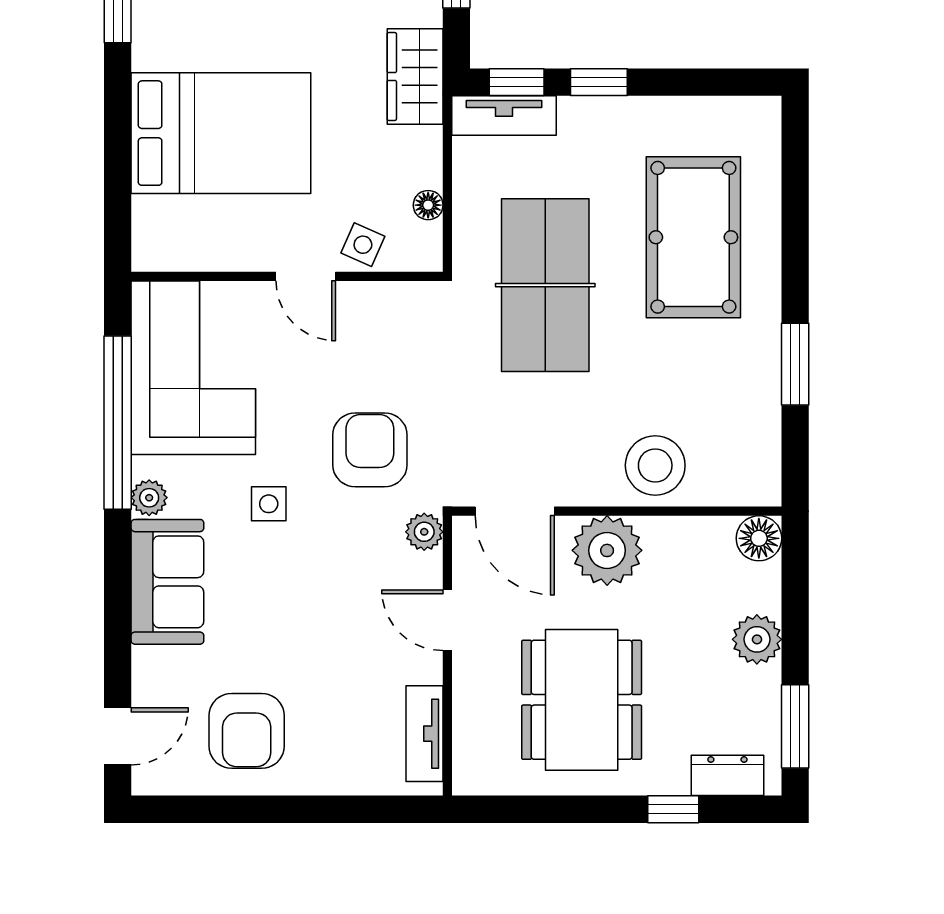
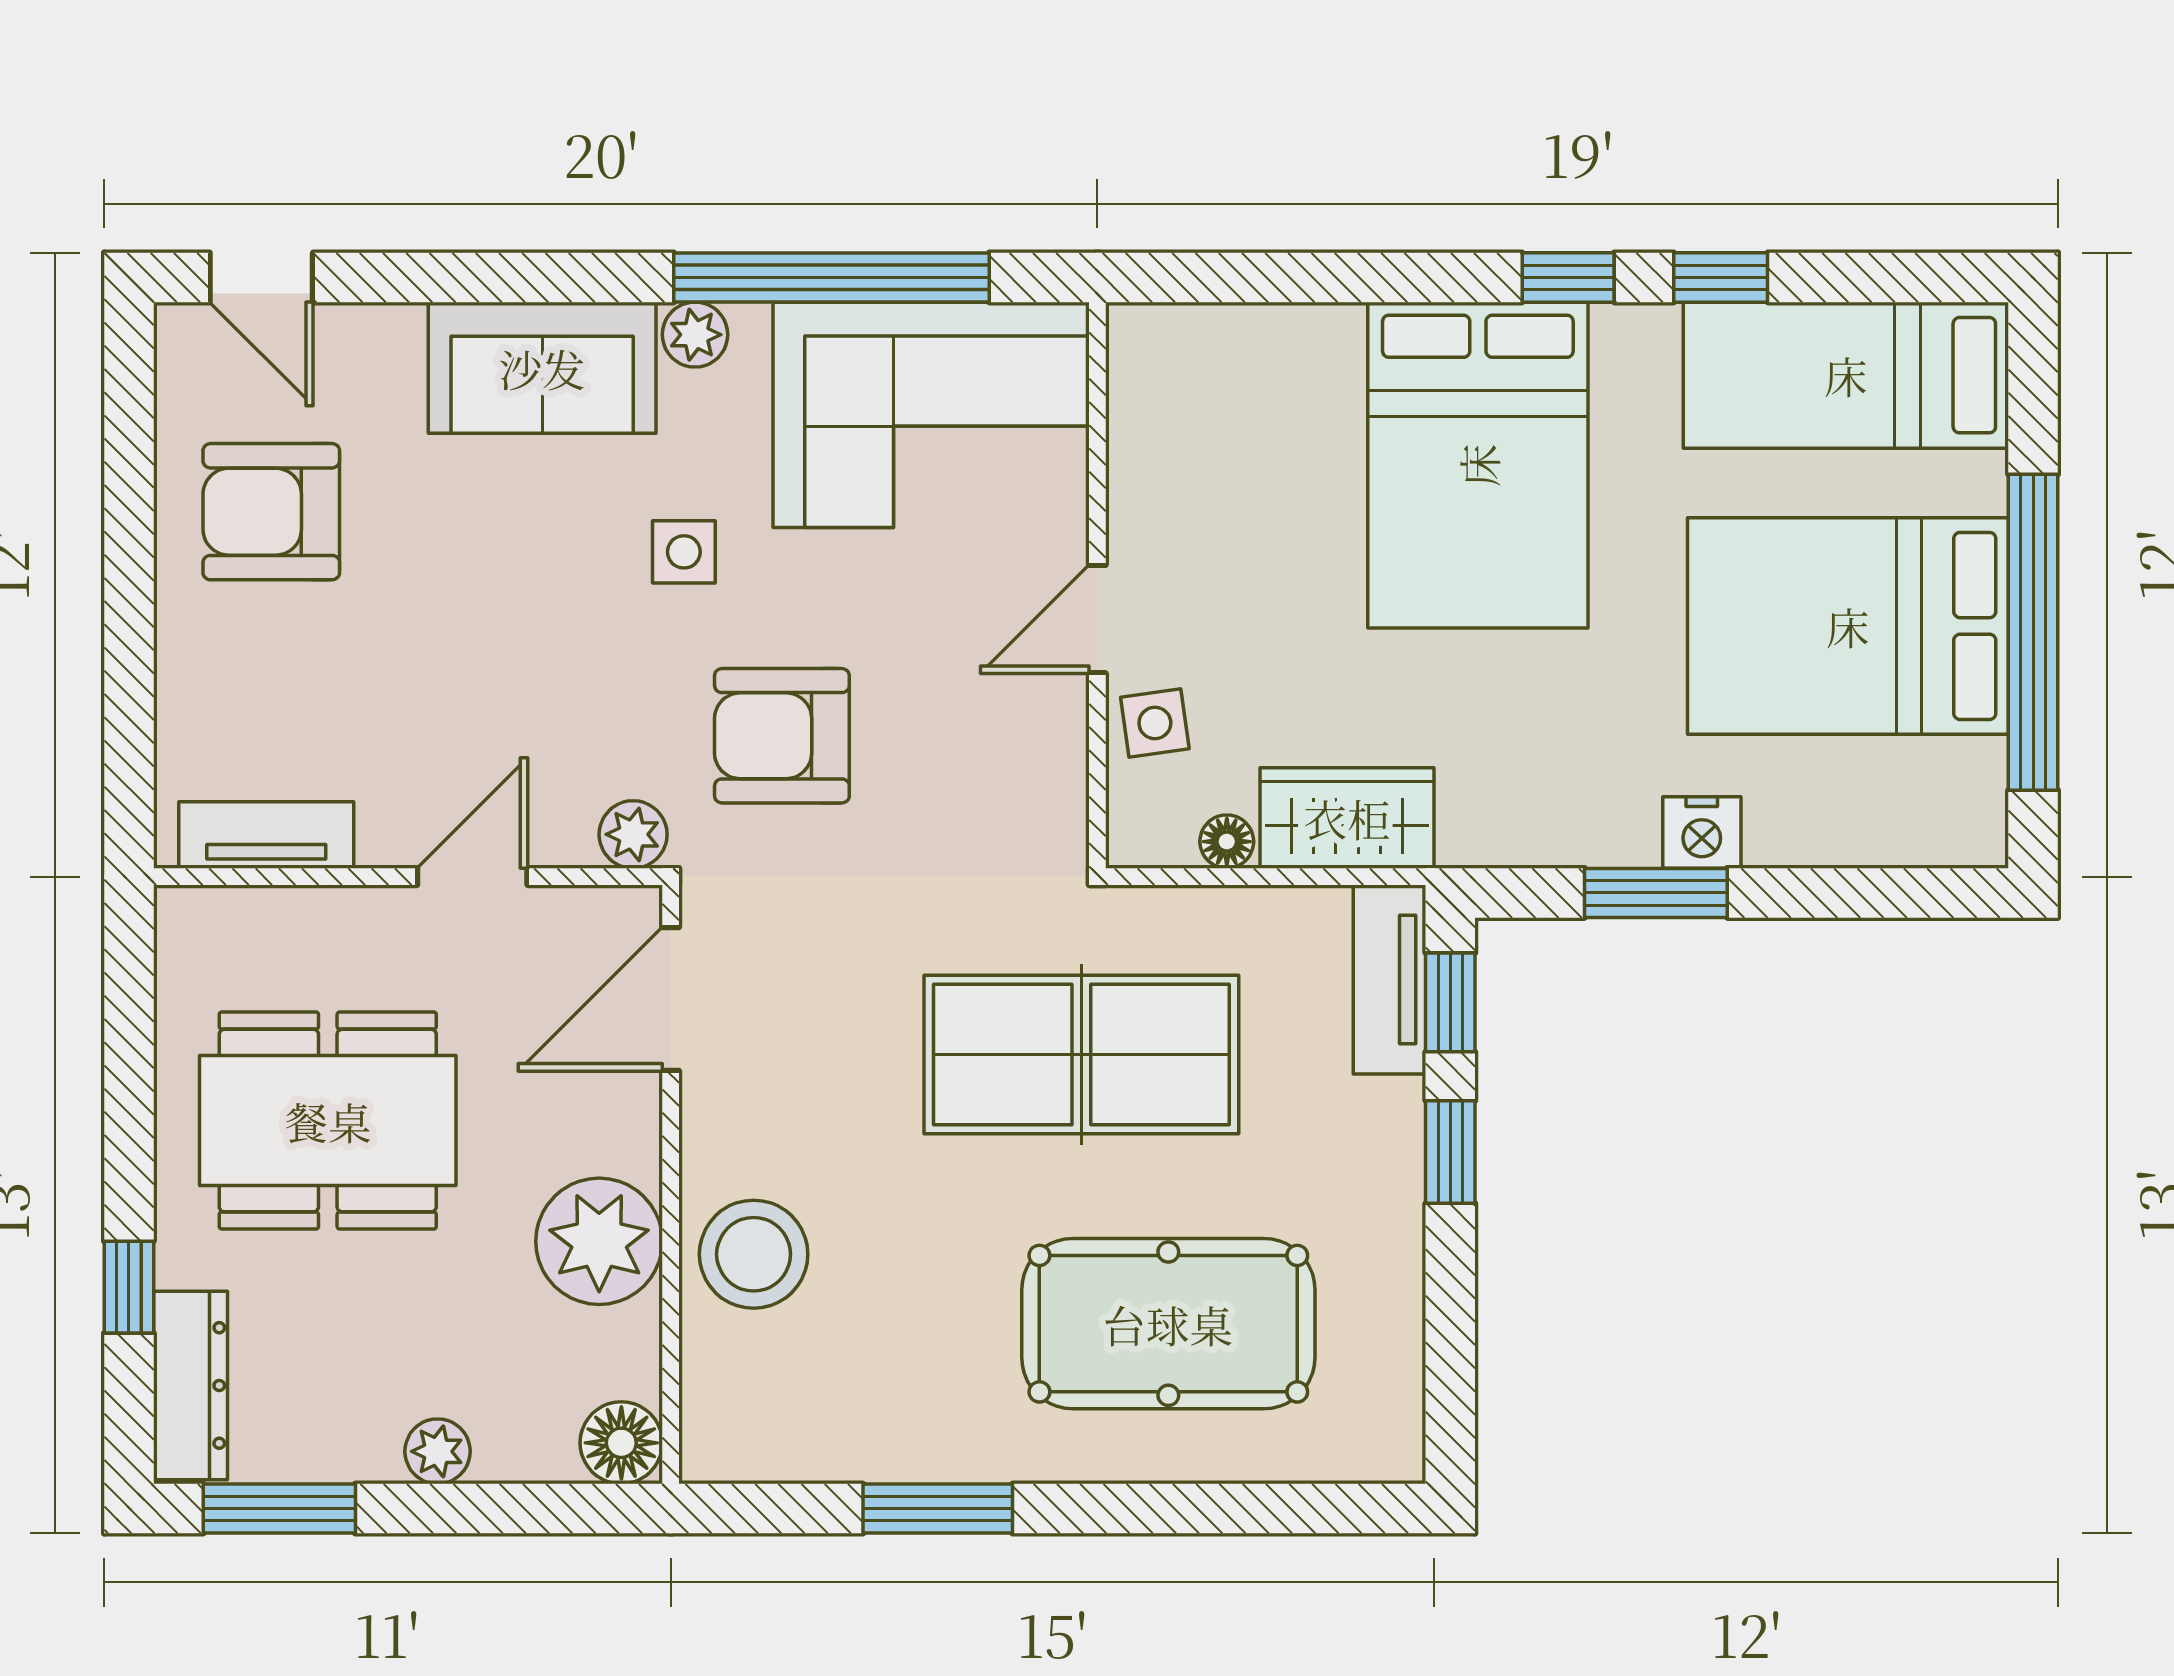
wardrobe: (415, 76) -> (1347, 818), moved
bed: (221, 133) -> (1478, 465), moved
side table: (363, 245) -> (1155, 723), turned -32
armchair: (370, 450) -> (782, 736), turned 180
plant: (607, 550) -> (599, 1241), moved
plant: (757, 639) -> (438, 1451), width x0.73, depth x0.73
dresser: (727, 775) -> (190, 1385), width x1.44

